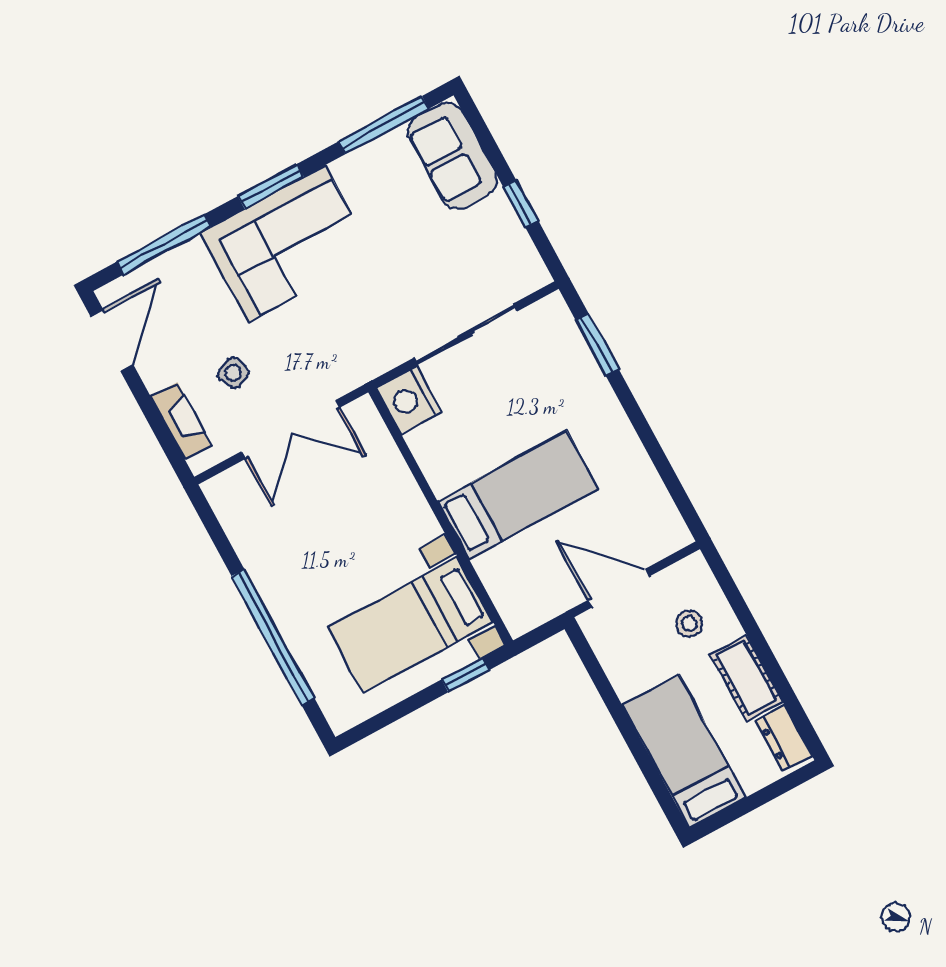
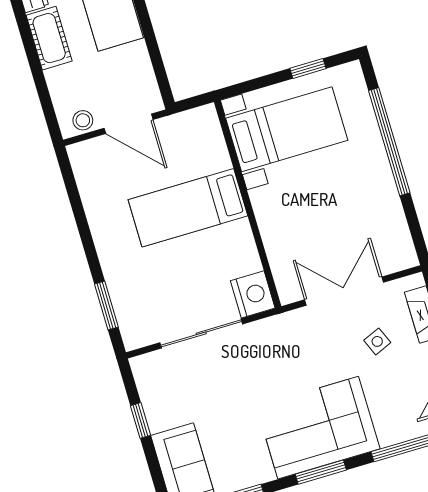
stool: (689, 624) -> (83, 120), moved
window: (465, 675) -> (308, 68), moved

